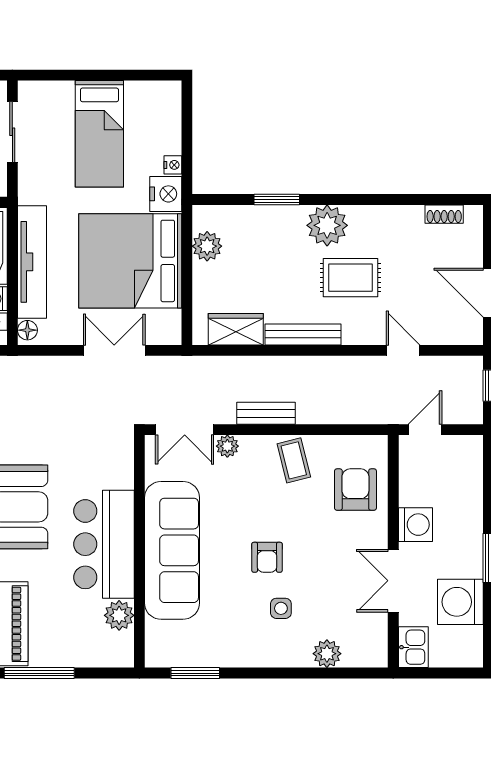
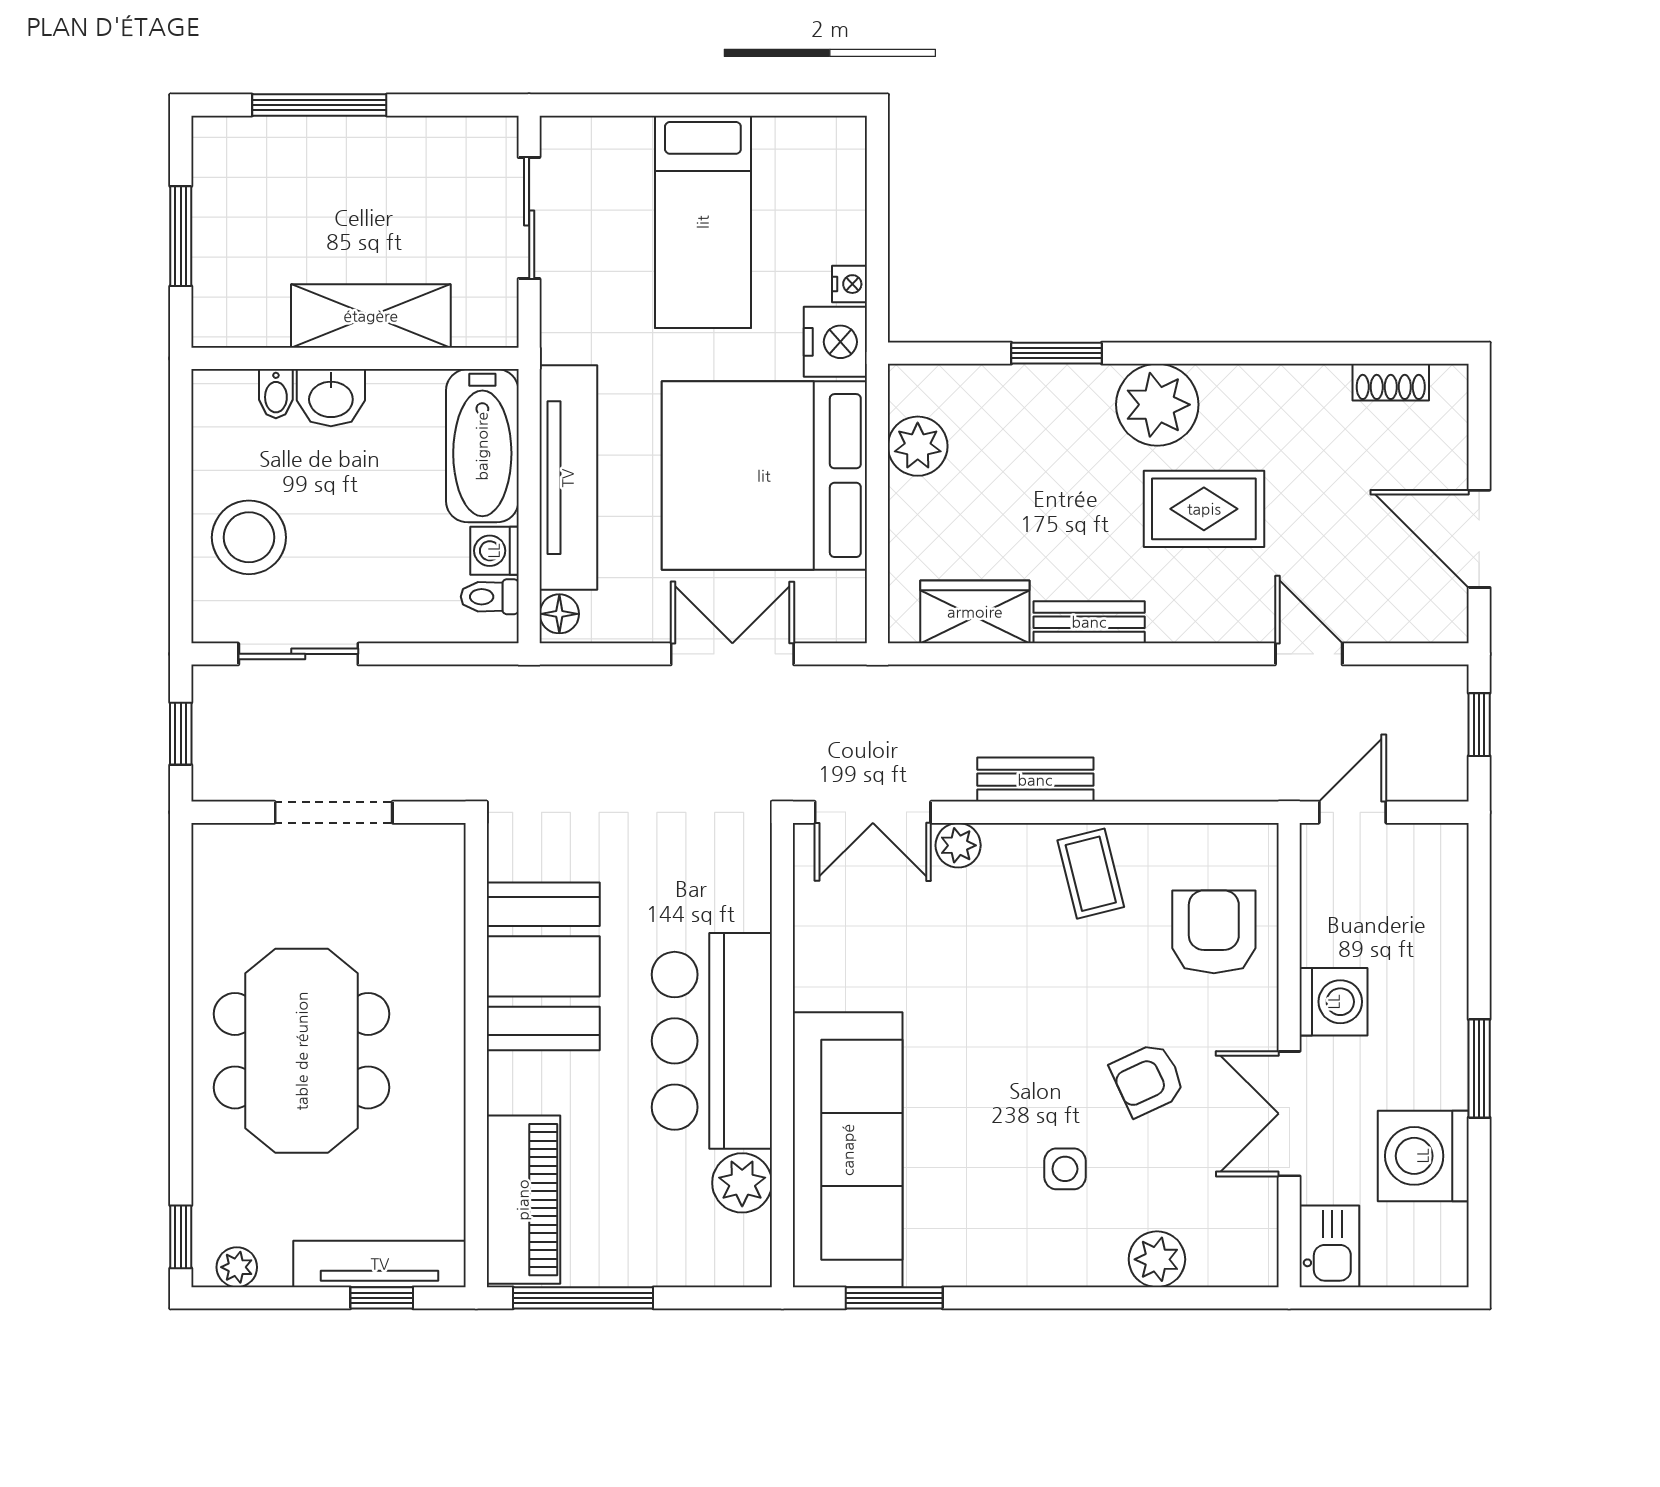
bench: (303, 334) -> (1089, 622), width x0.73
sofa: (172, 550) -> (848, 1150), moved
armchair: (267, 557) -> (1148, 1080), moved, turned 65

